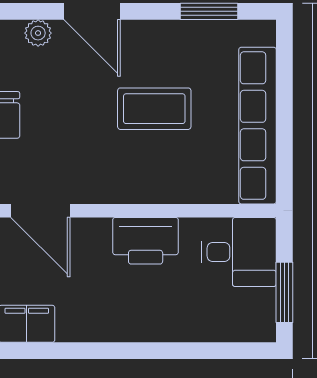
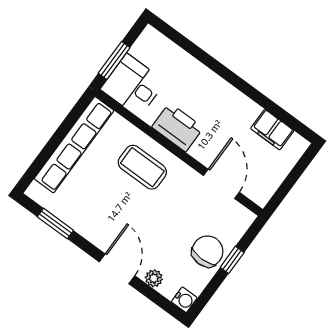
coffee table: (154, 109) -> (142, 167), moved
window: (284, 292) -> (114, 60), moved

